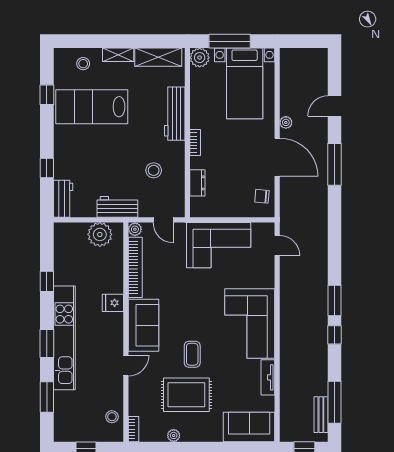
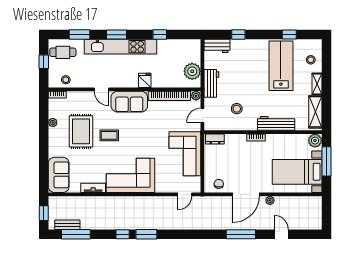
dresser: (197, 183) -> (215, 139), moved
cafe table: (72, 421) -> (63, 52), added

